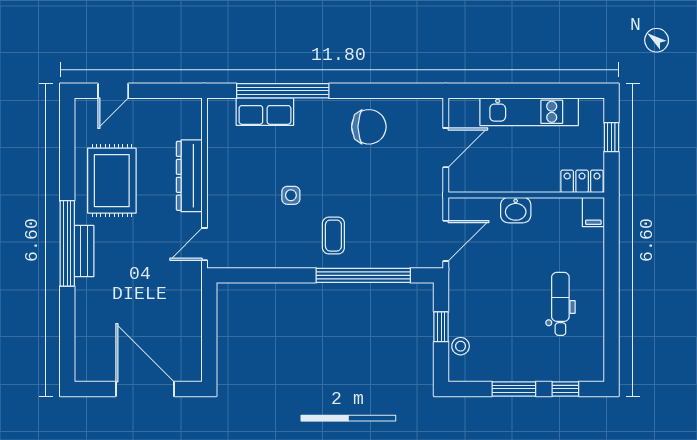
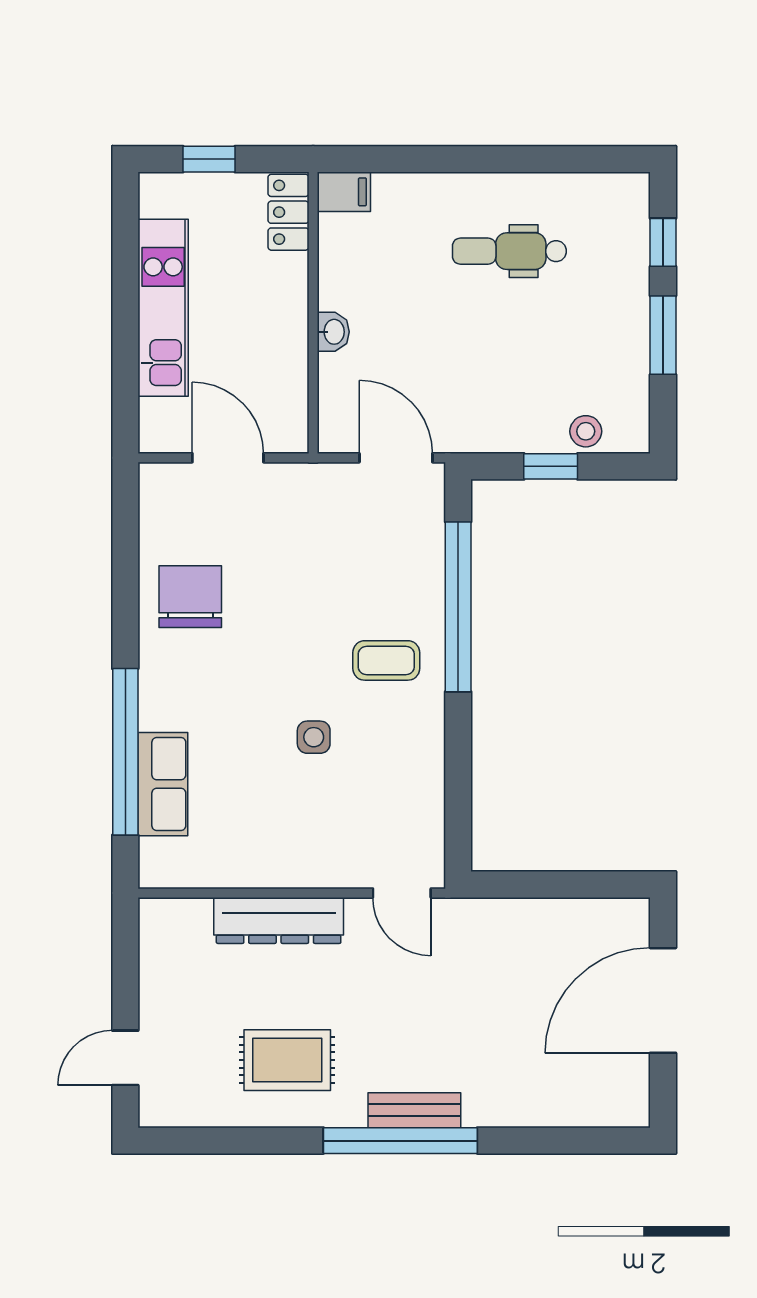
door: (113, 91) -> (125, 1058), swing flipped
rug: (112, 181) -> (287, 1060), width x0.73, depth x0.70
washbasin: (516, 210) -> (333, 332), width x0.72, depth x0.69

